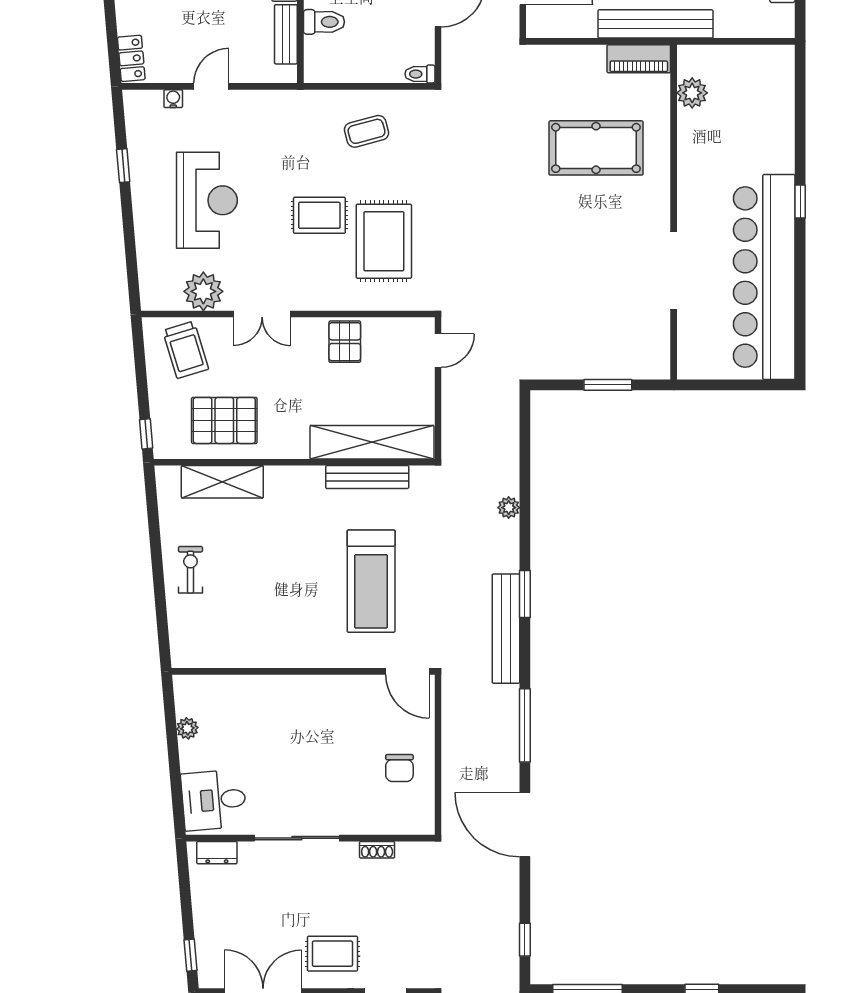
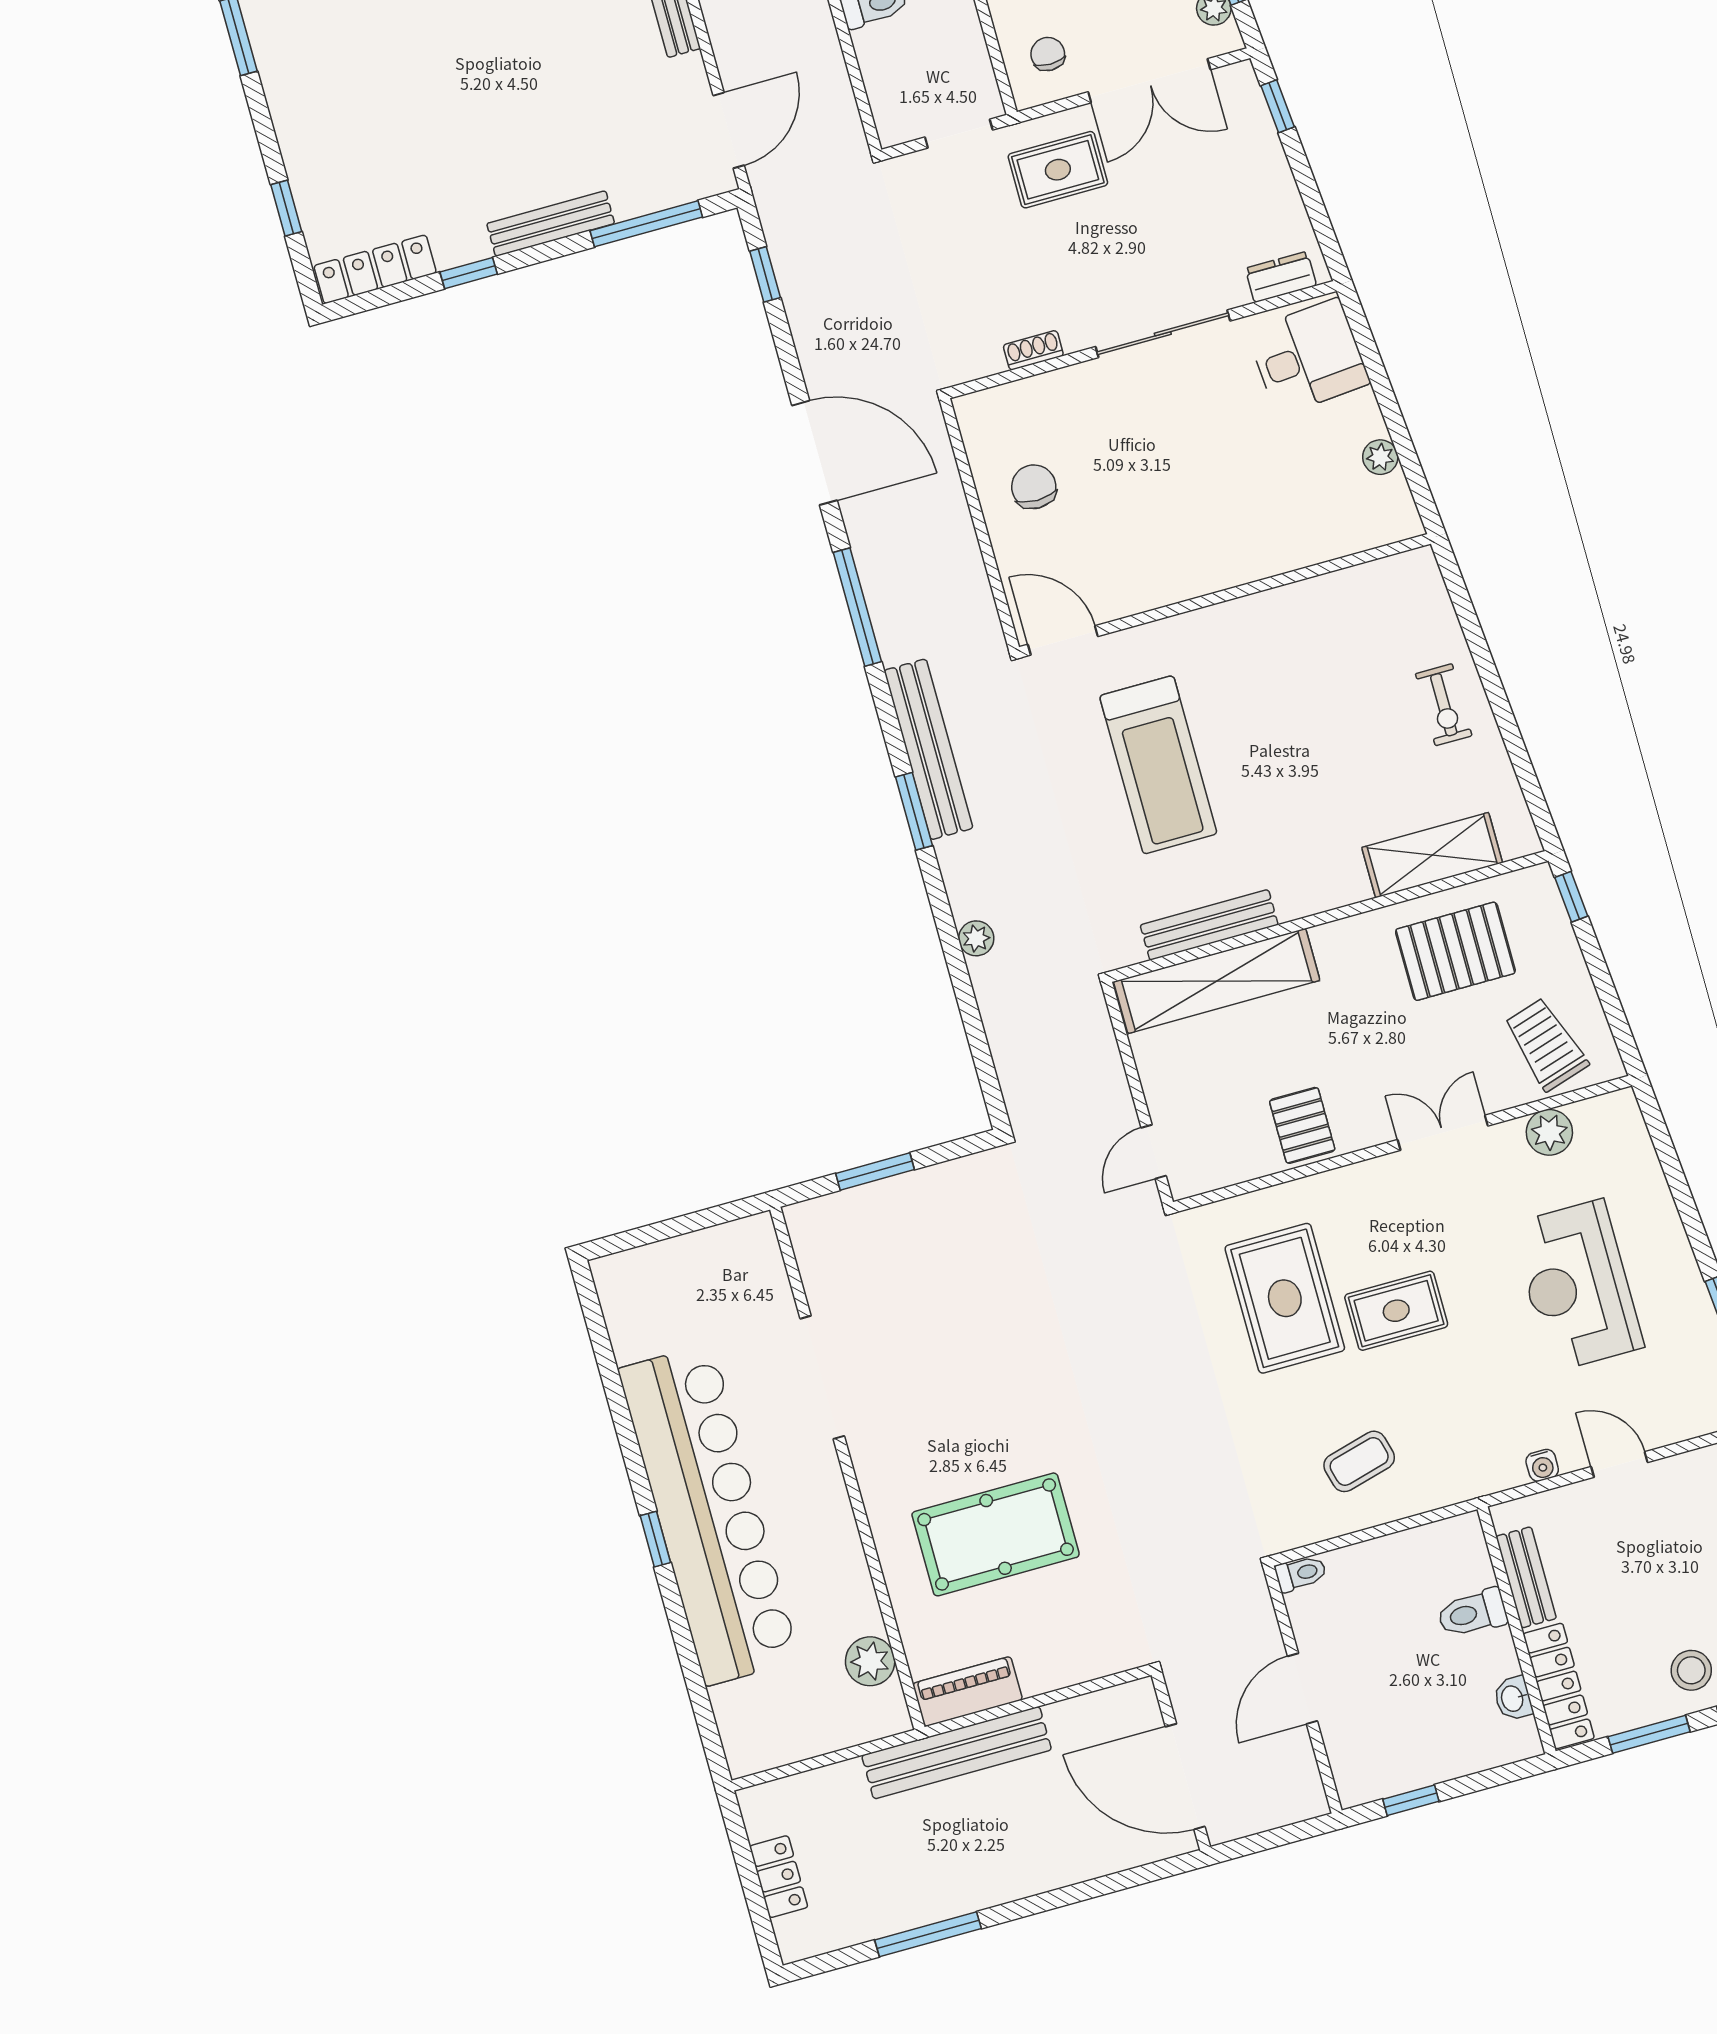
door: (211, 86) -> (1619, 1464), swing flipped
water cooler: (173, 99) -> (1542, 1465), moved
bar counter: (764, 277) -> (709, 1515), moved
plant: (203, 291) -> (1549, 1132), width x0.73, depth x0.73
treadmill: (371, 581) -> (1158, 765), turned 180

